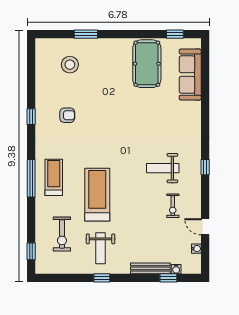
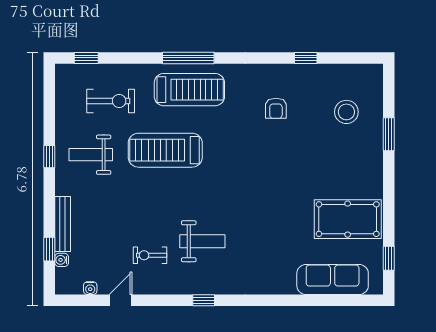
window: (31, 117) -> (306, 58), moved
weight bench: (163, 168) -> (202, 241), turned 90
treadmill: (54, 177) -> (189, 90), width x1.37, depth x1.38
treadmill: (97, 195) -> (165, 150), turned 180
exercise bike: (62, 234) -> (111, 101), turned 180

